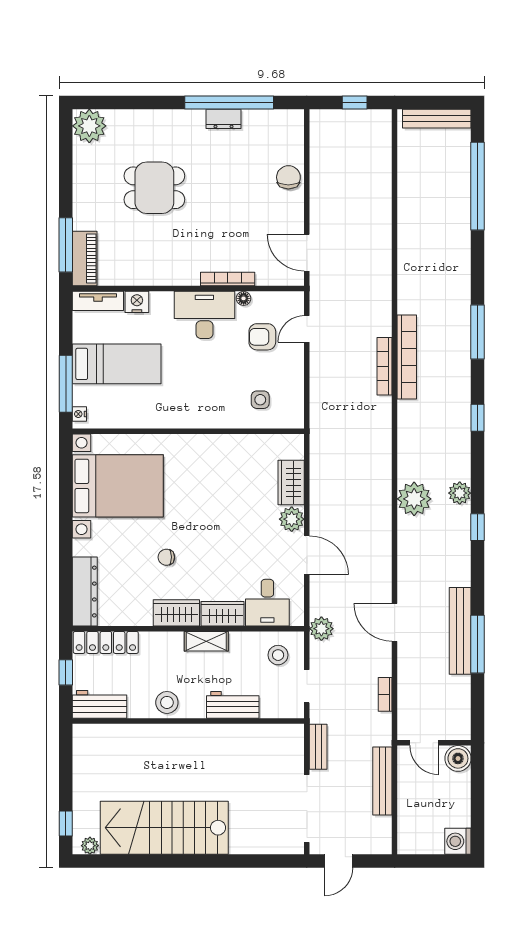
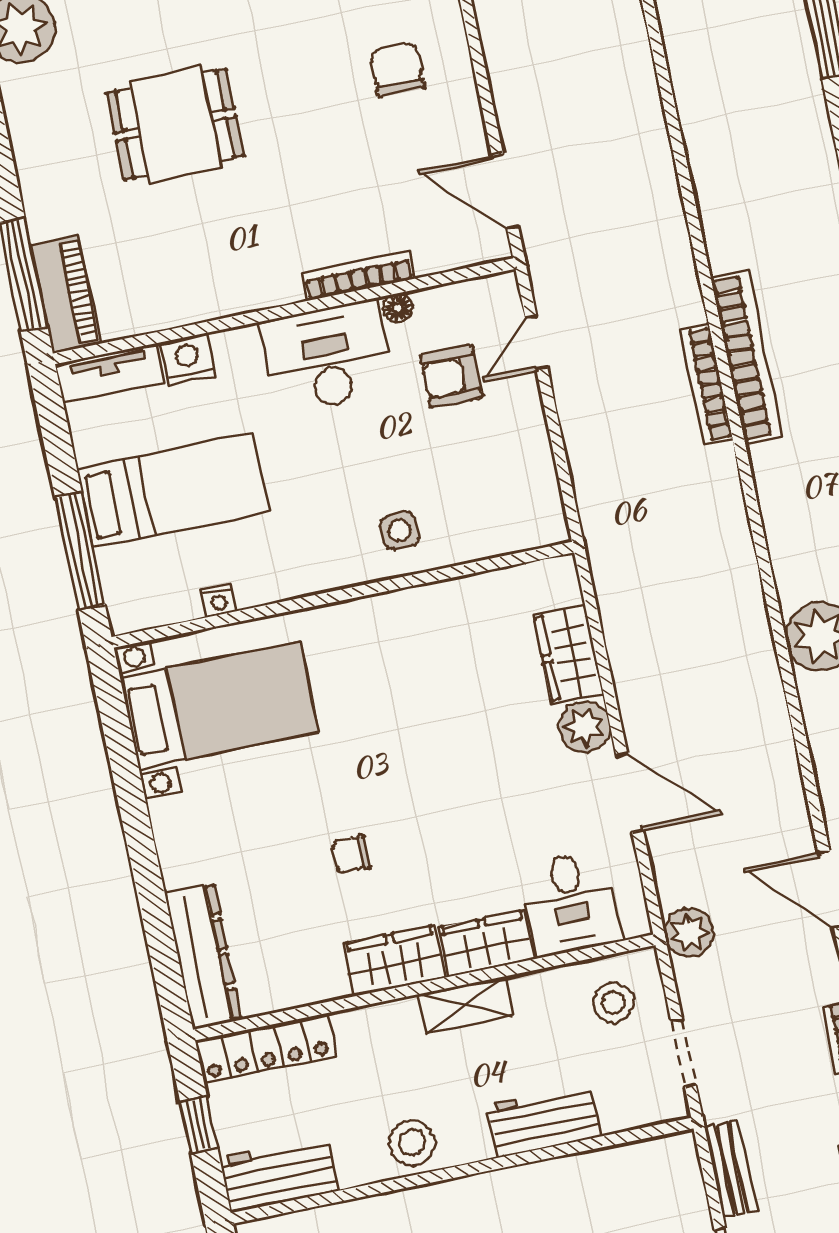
chair: (288, 177) -> (397, 70), moved
side table: (260, 400) -> (400, 531), moved
nightstand: (79, 414) -> (219, 601), moved, turned -90
bed with nightstands: (118, 486) -> (219, 705), width x0.73

